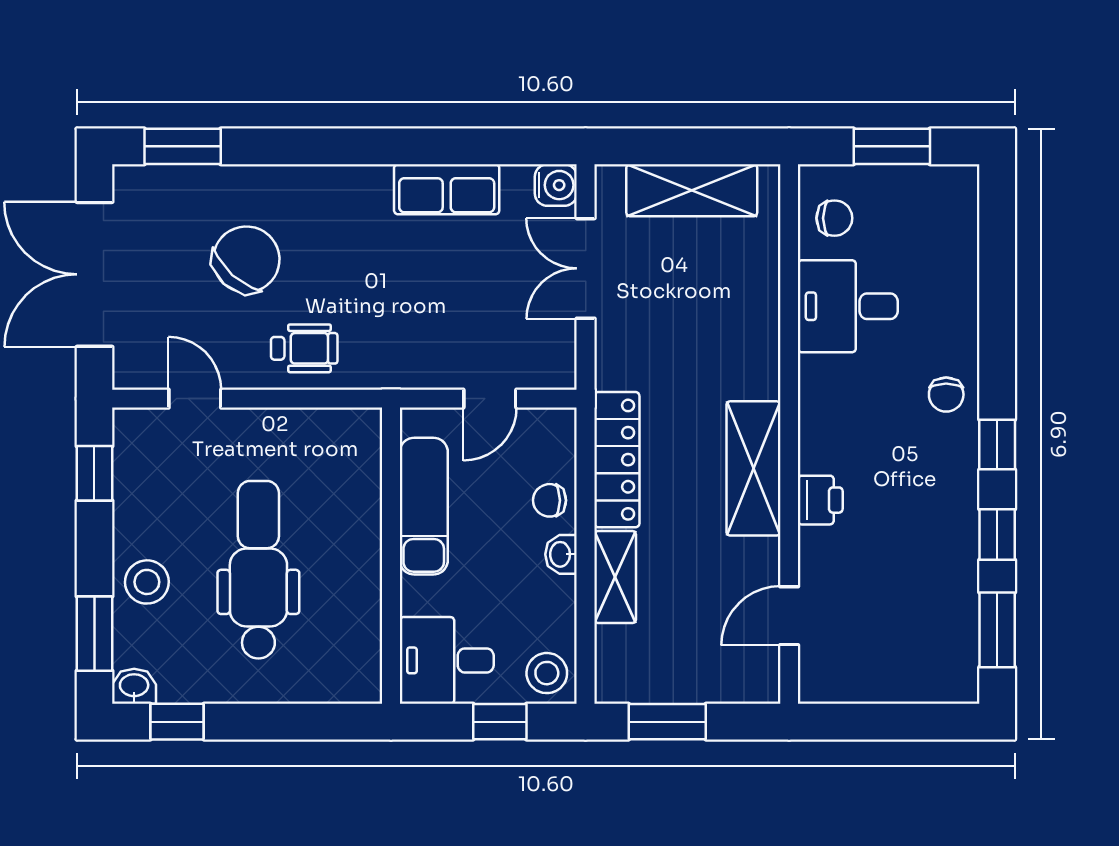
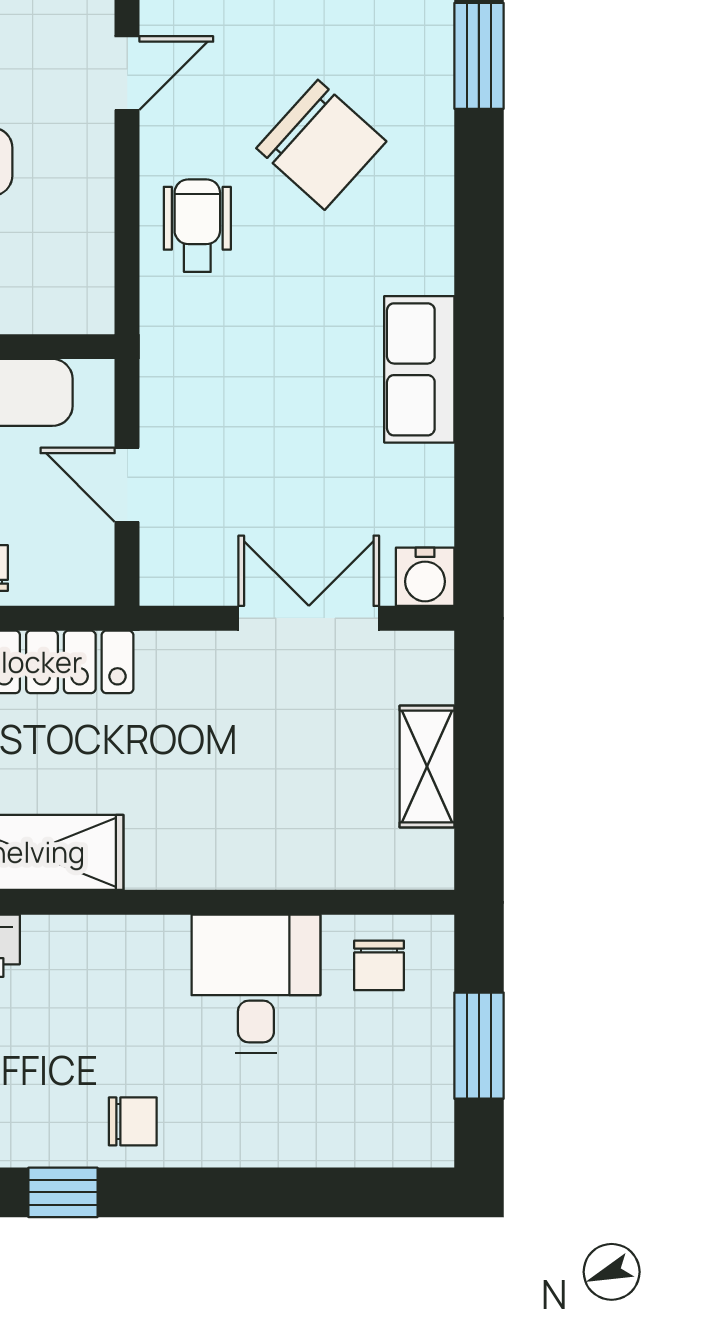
row of seats: (447, 189) -> (419, 369), moved
shelving: (692, 190) -> (427, 766), width x0.67, depth x0.75
wheelchair: (304, 348) -> (197, 226), turned 180
chair: (946, 395) -> (133, 1121), turned 180

